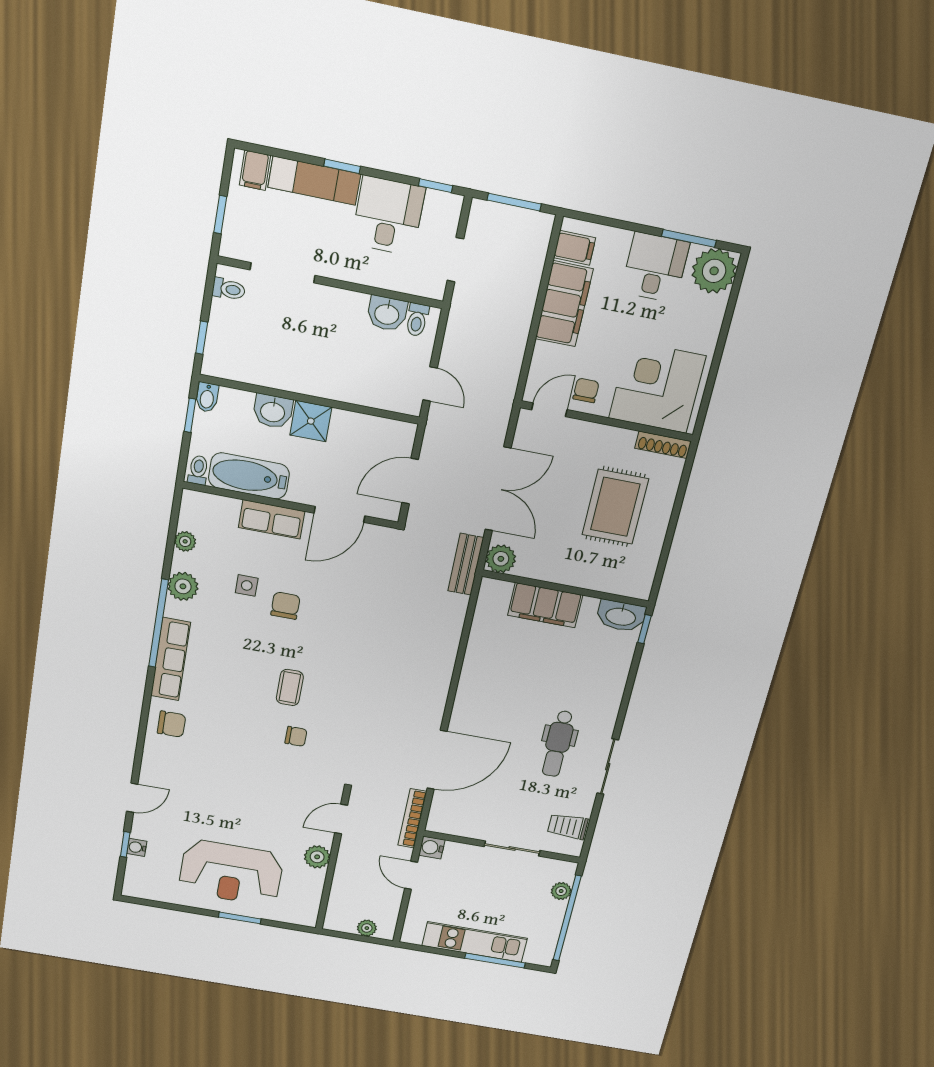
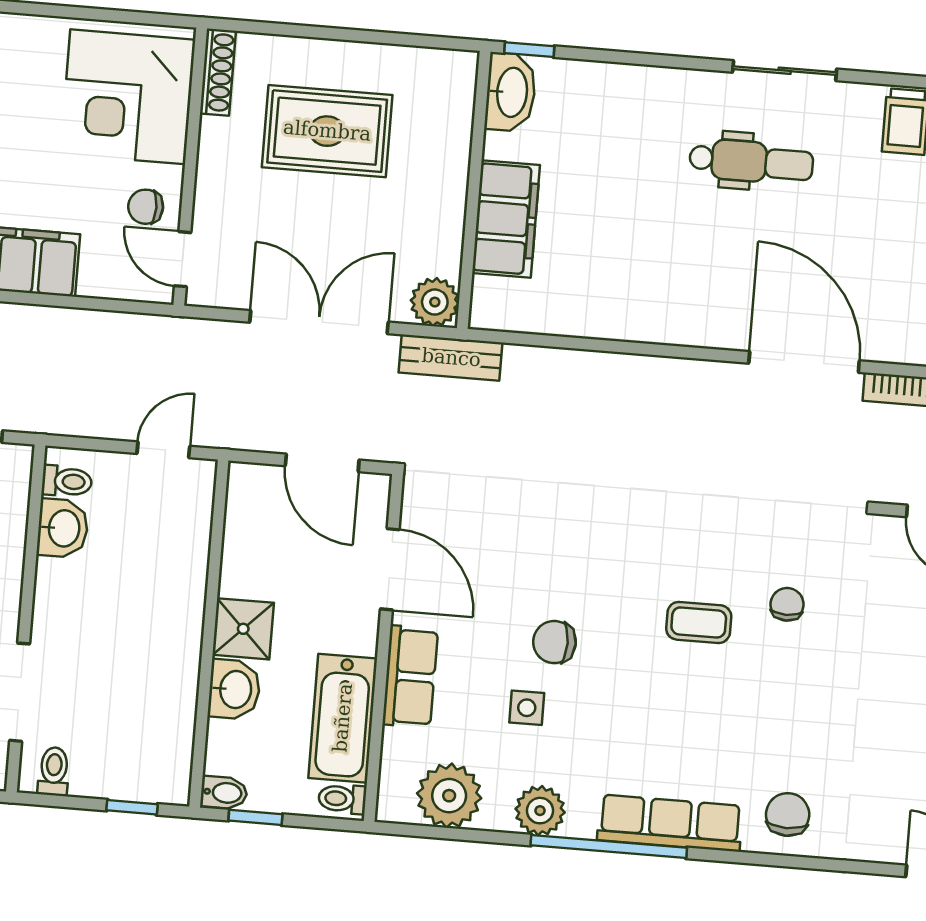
plant: (185, 541) -> (449, 796), width x1.88, depth x1.88

